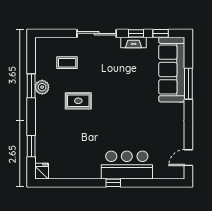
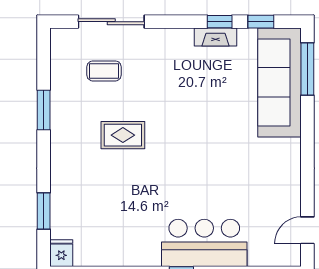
sliding door: (97, 33) -> (111, 22), moved
window: (188, 84) -> (307, 69), moved
plant: (42, 87) -> (62, 112), removed

